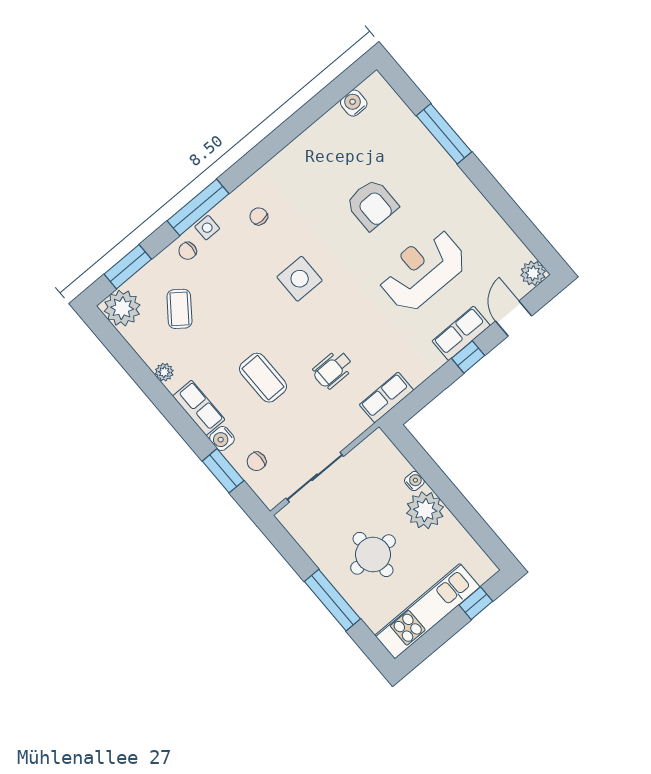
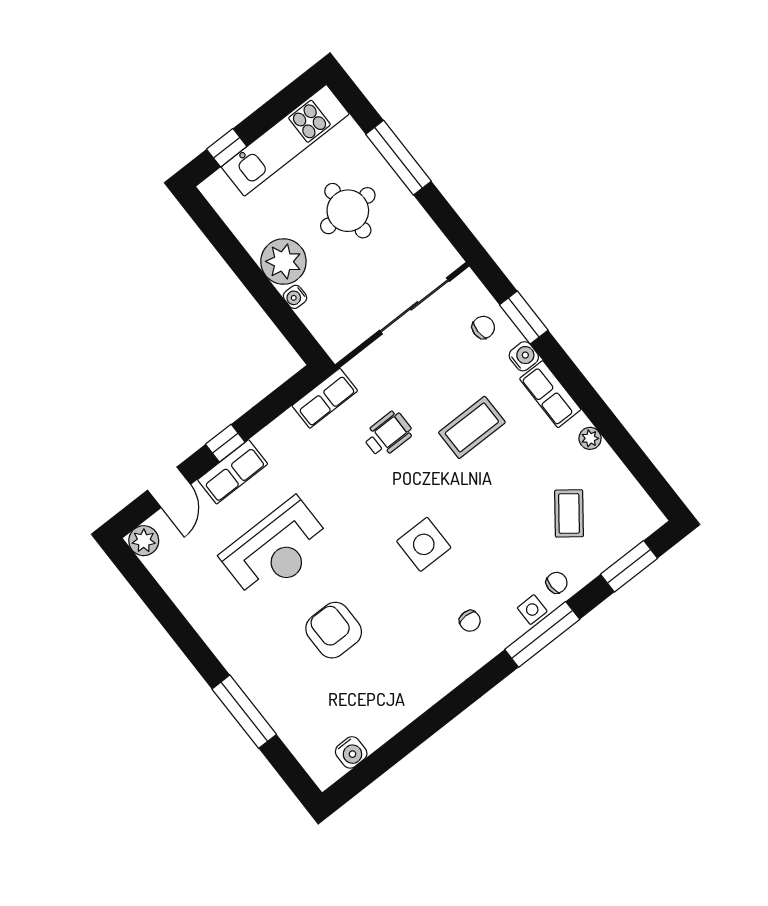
plant: (122, 308) -> (638, 517), removed
coffee table: (263, 378) -> (472, 427), turned 90

